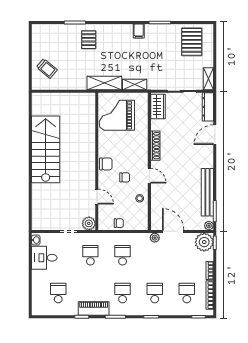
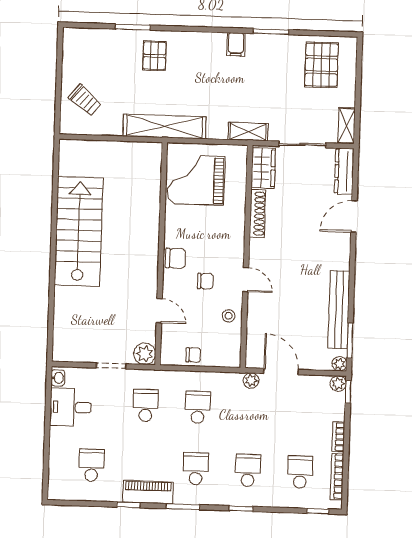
shelving: (104, 83) -> (165, 126), width x1.47
shelving: (135, 85) -> (248, 132), moved
shoe rack: (155, 146) -> (258, 214), moved
plant: (204, 242) -> (338, 384), width x0.53, depth x0.53

